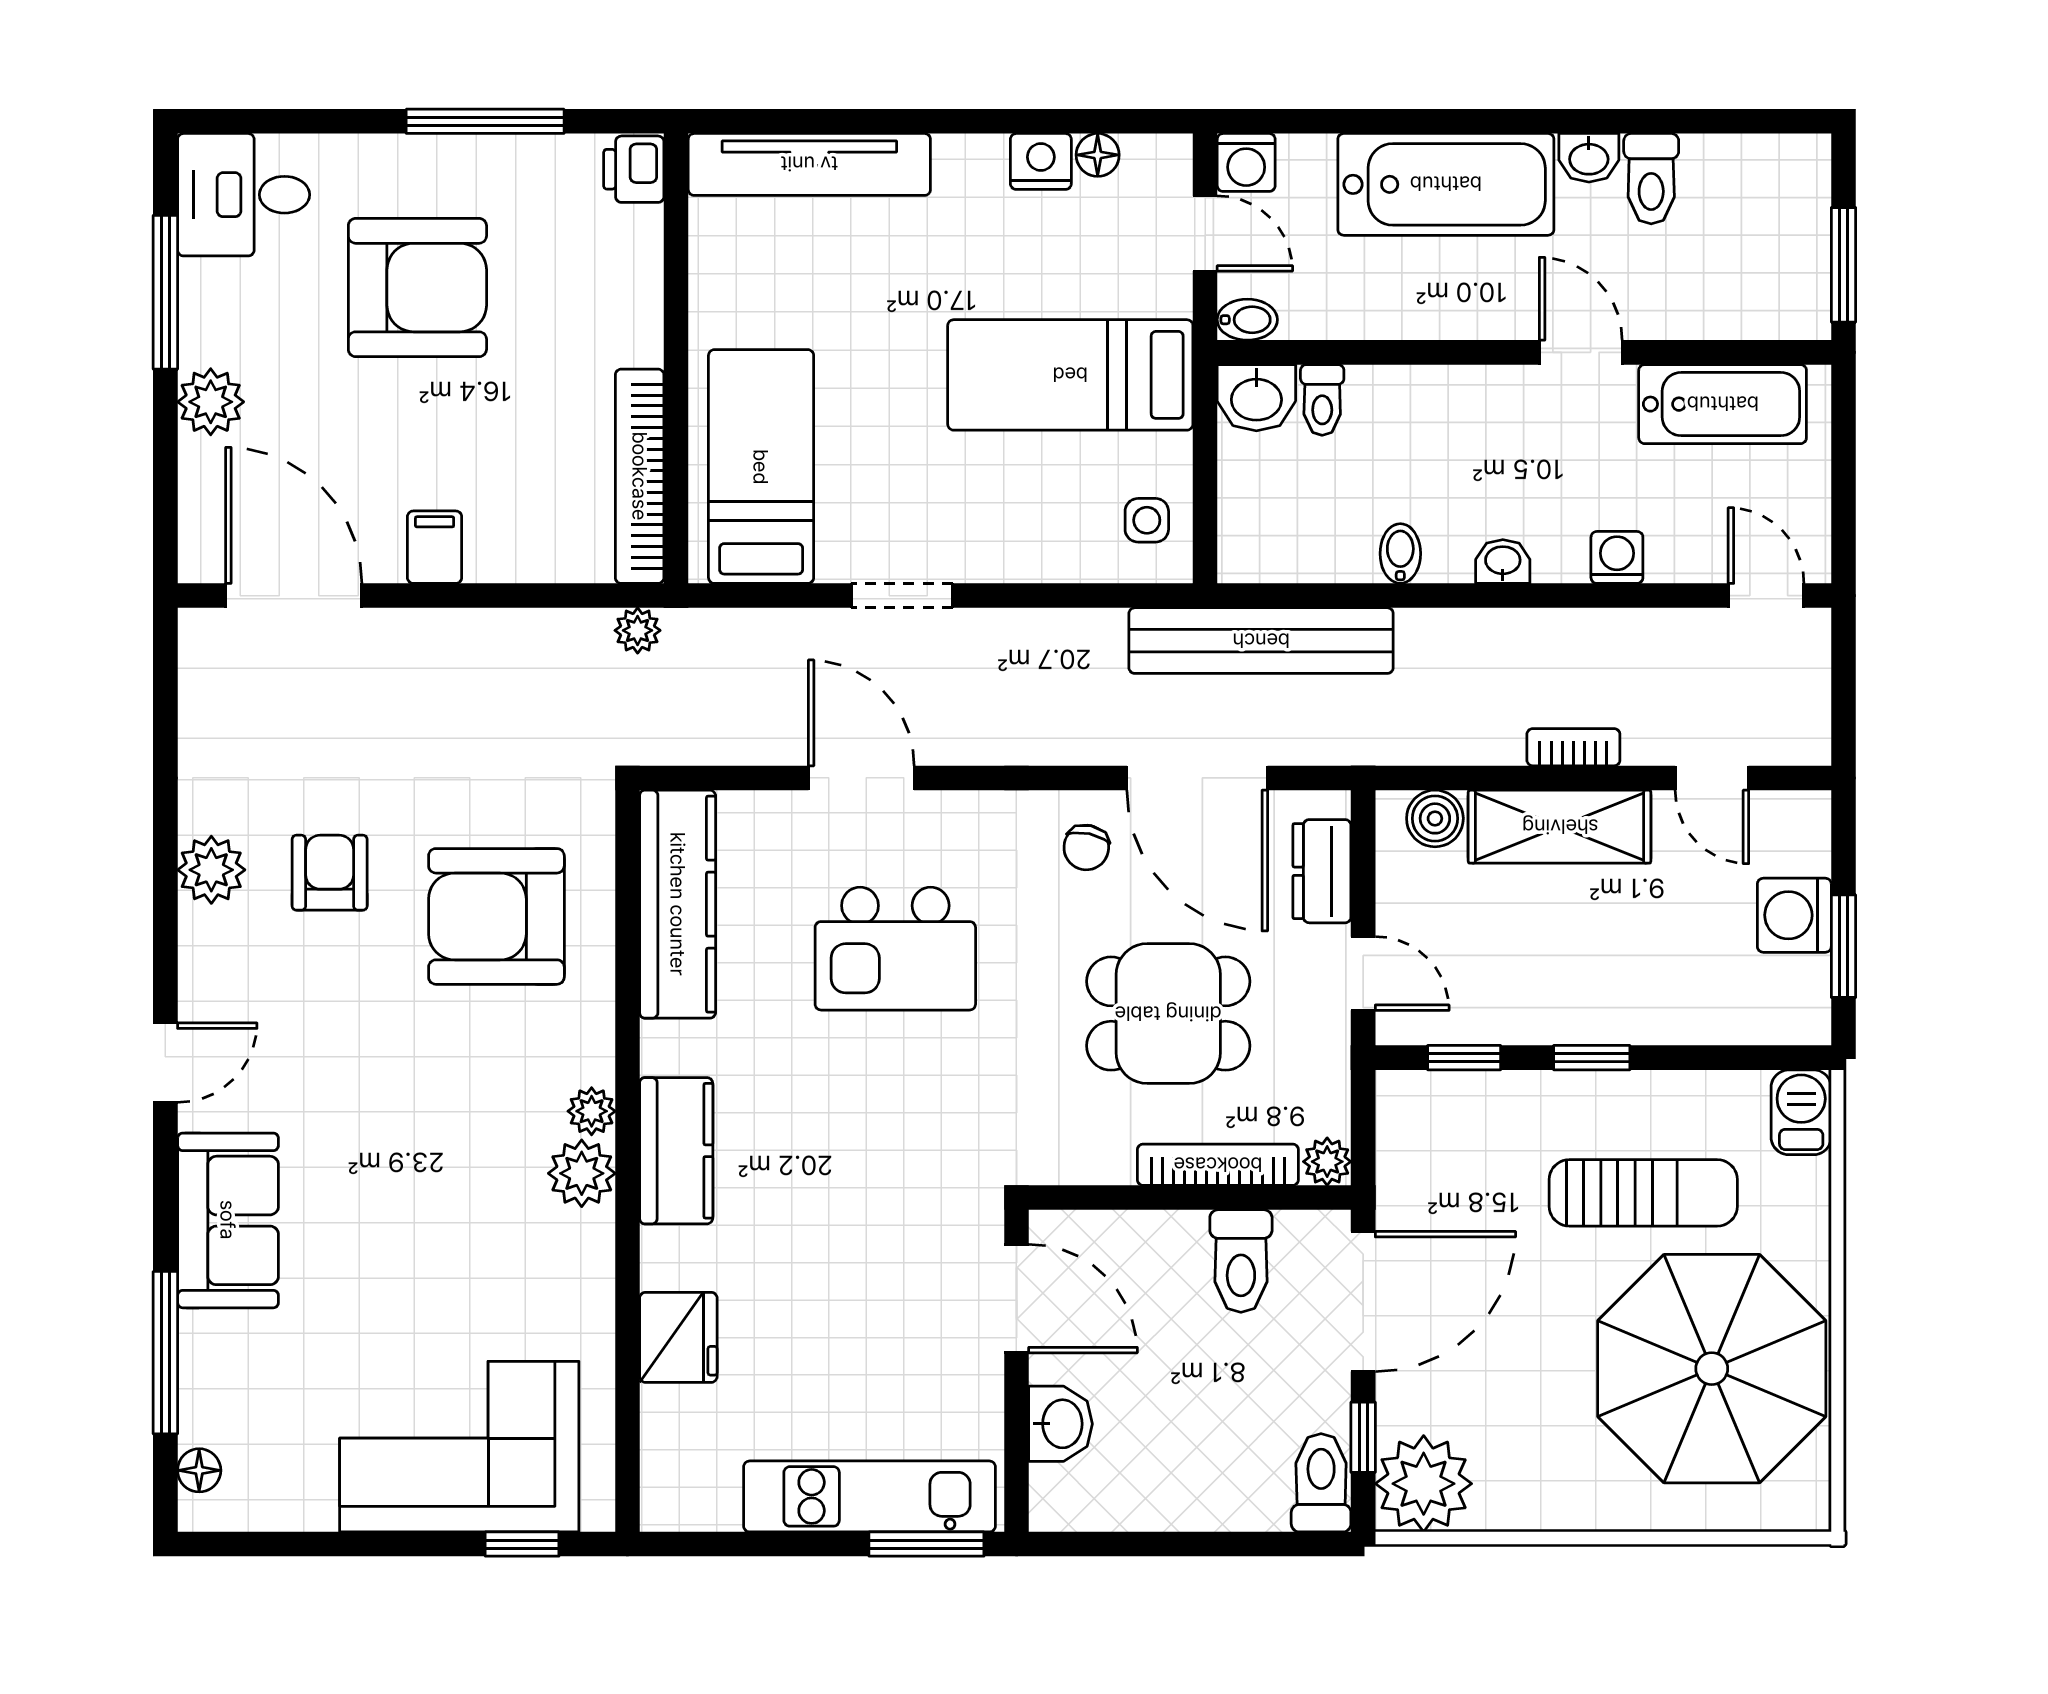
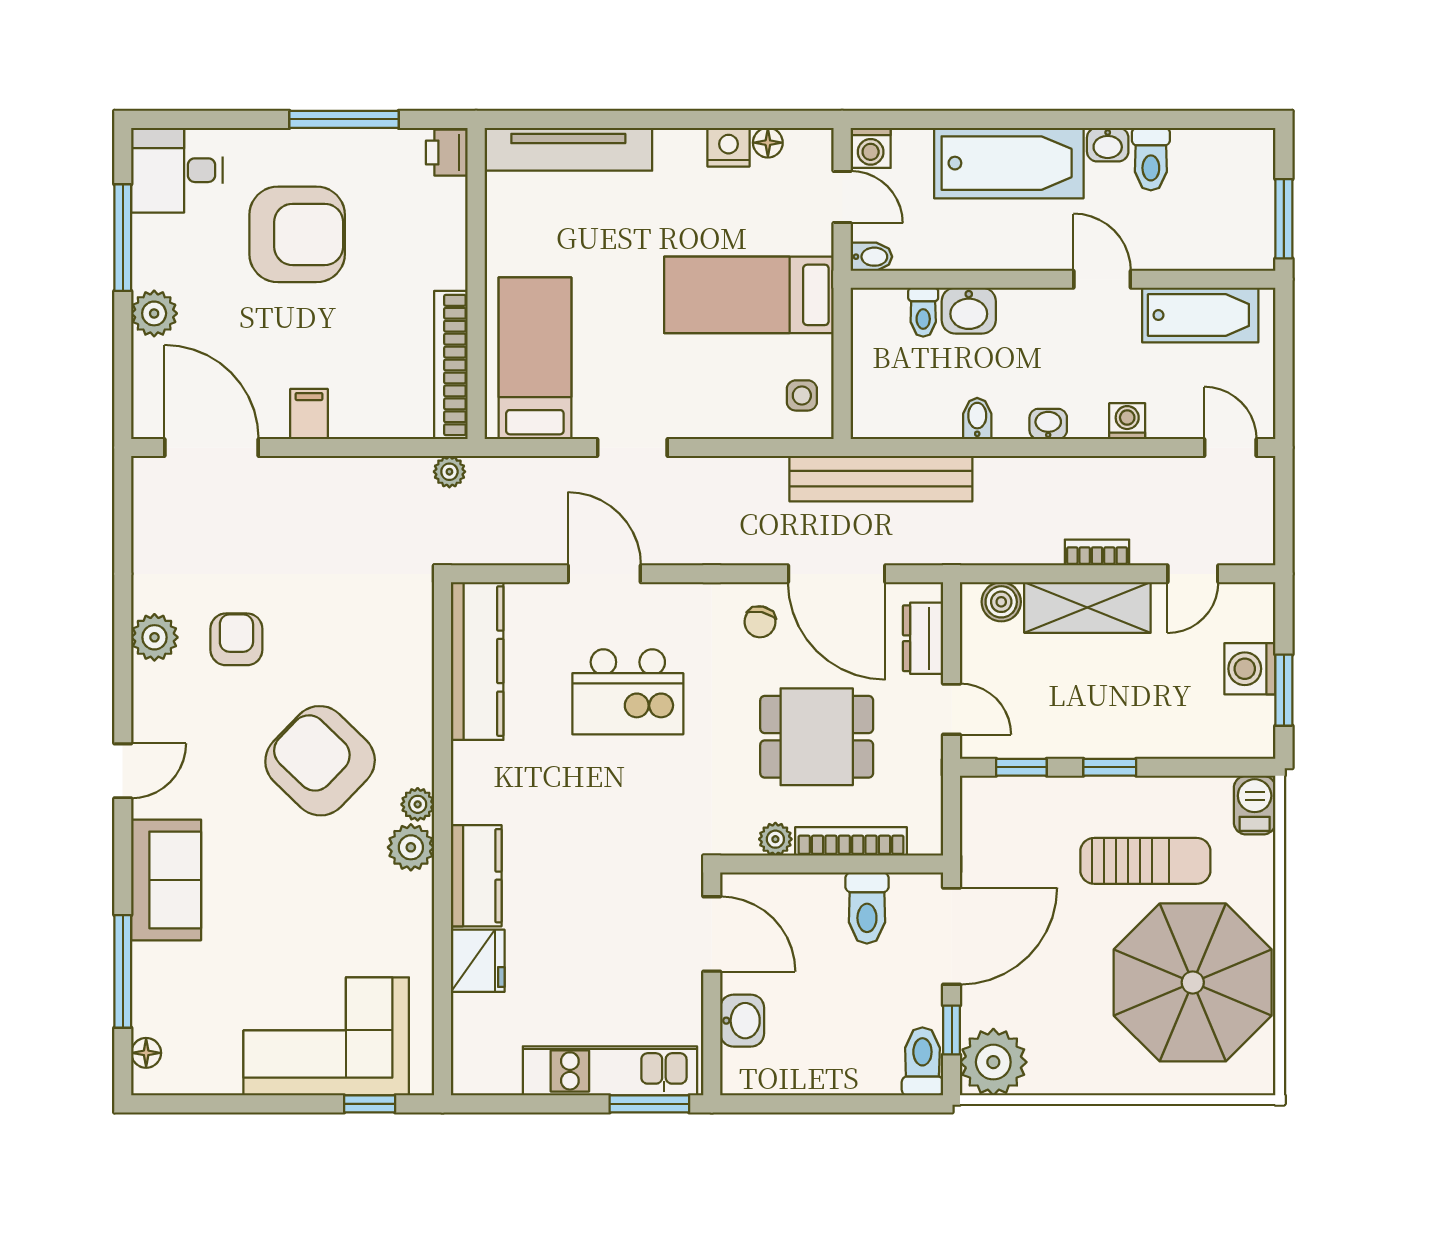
washbasin: (1256, 398) -> (969, 311), moved
door: (1712, 778) -> (1193, 574), hinge flipped
armchair: (496, 916) -> (320, 761), moved, turned 44
kitchen counter: (676, 1151) -> (476, 876), moved
plant: (1327, 1162) -> (775, 839), moved

